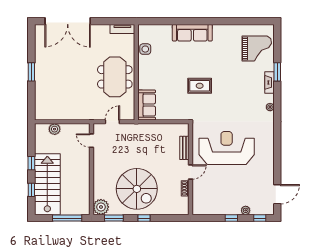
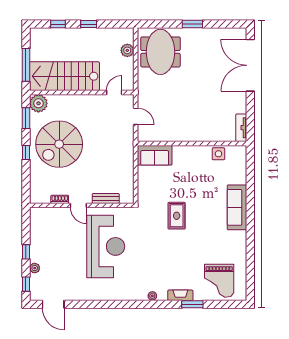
meeting table: (115, 77) -> (160, 52), moved, turned 90
stairs: (47, 184) -> (64, 76), moved, turned 180

